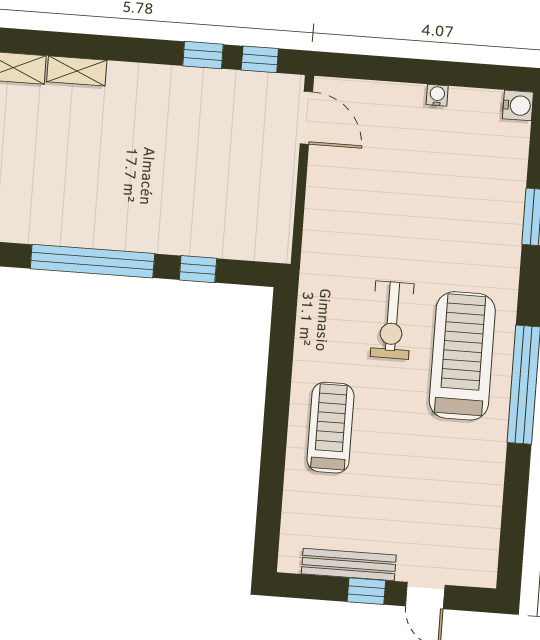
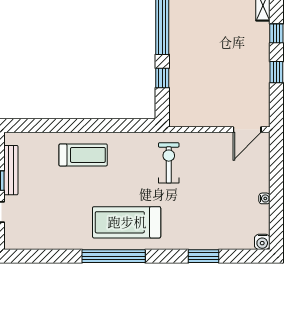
window: (260, 59) -> (276, 33), moved
exercise bike: (392, 320) -> (169, 163), moved, turned 90
treadmill: (462, 356) -> (127, 222), turned 180

